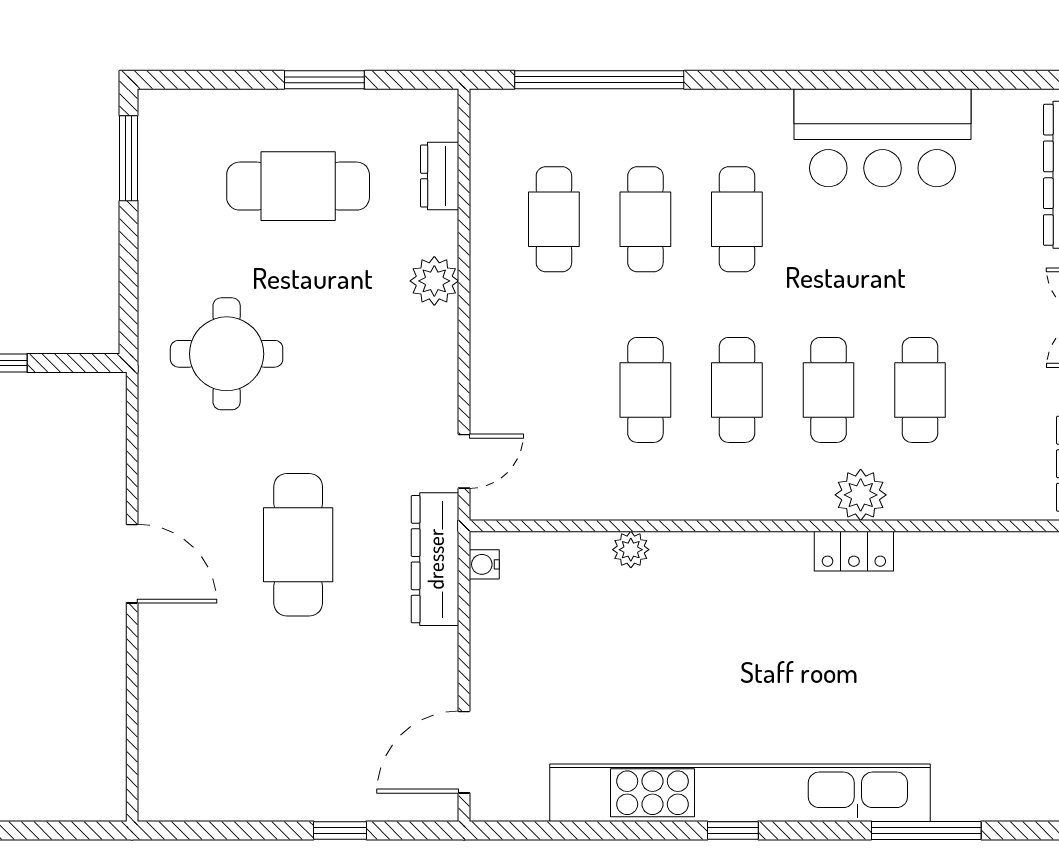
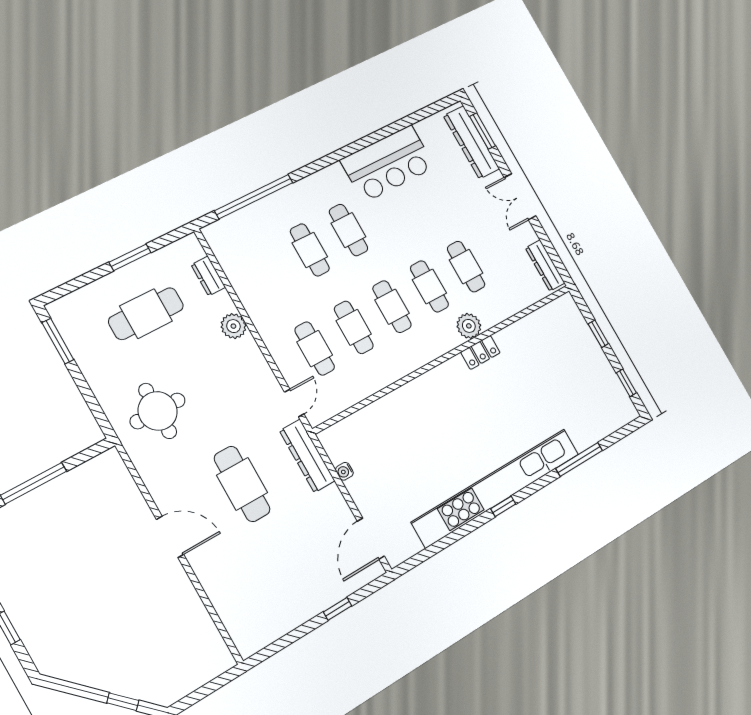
cafe table: (554, 219) -> (315, 349), moved
plant: (631, 550) -> (389, 404), removed
water cooler: (484, 564) -> (344, 471), moved

